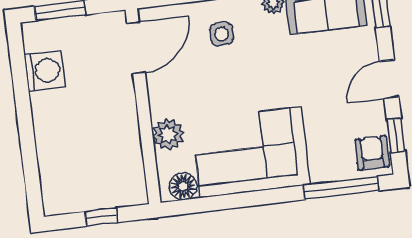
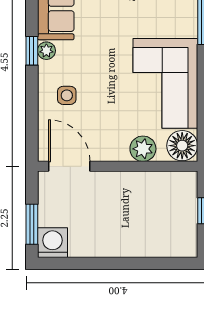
washing machine: (44, 71) -> (52, 243), moved
floor lamp: (183, 186) -> (182, 146), width x1.38, depth x1.38

